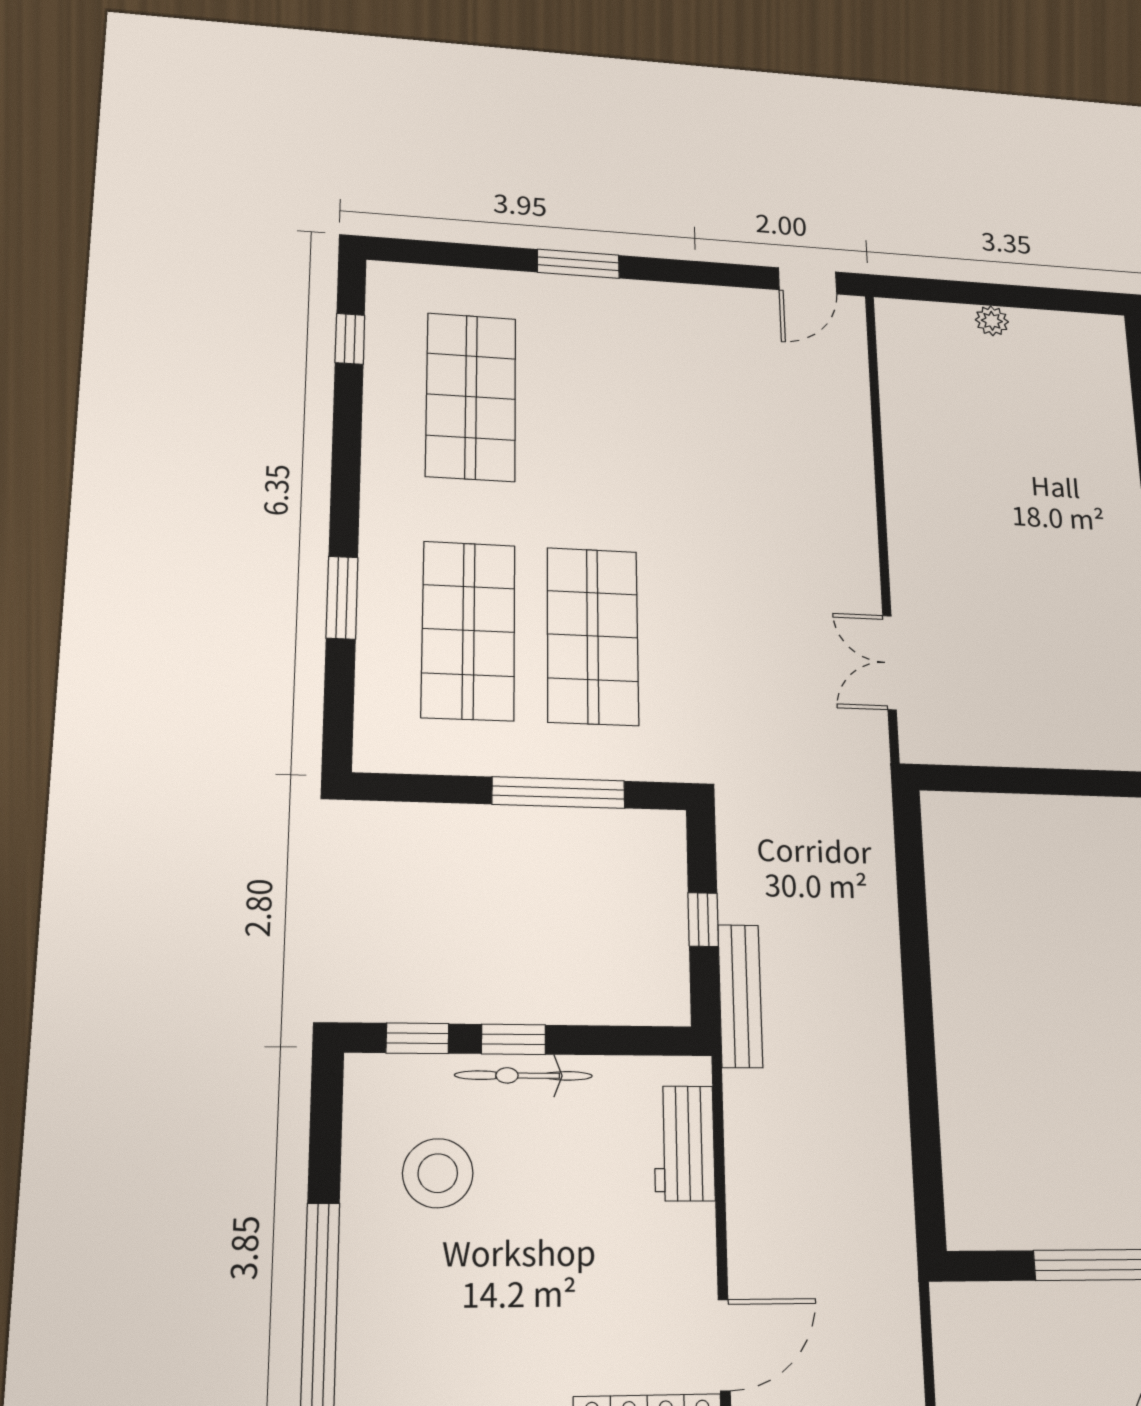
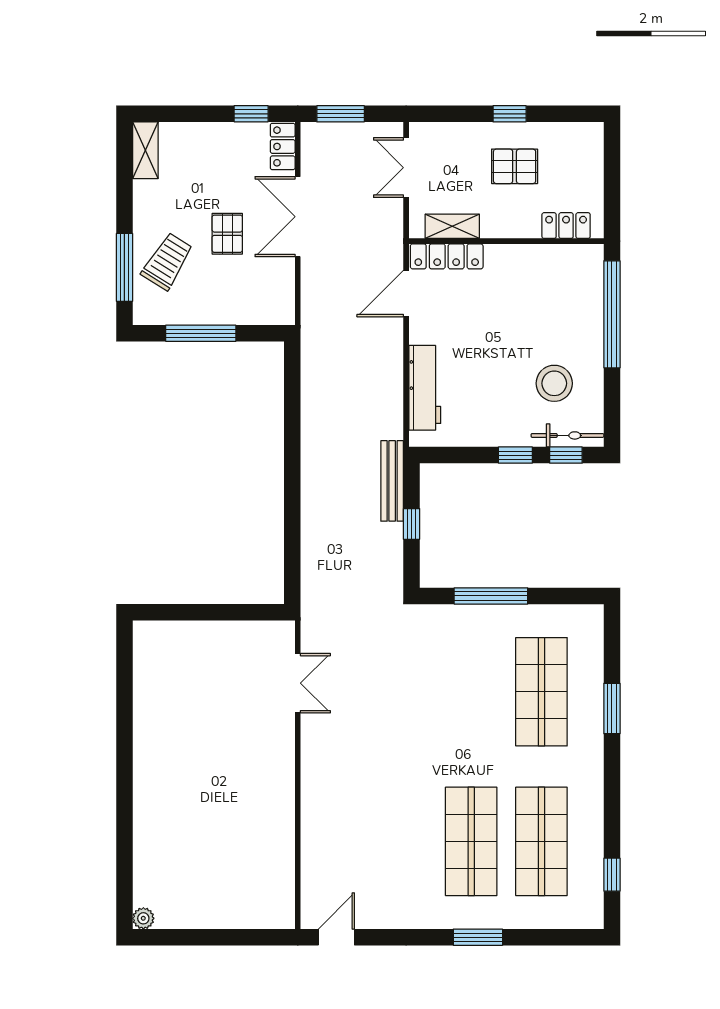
plant: (992, 321) -> (143, 918), moved
shop shelf: (593, 636) -> (471, 841), moved
bicycle: (524, 1076) -> (567, 435), moved
workbench: (684, 1143) -> (425, 388), width x1.38

